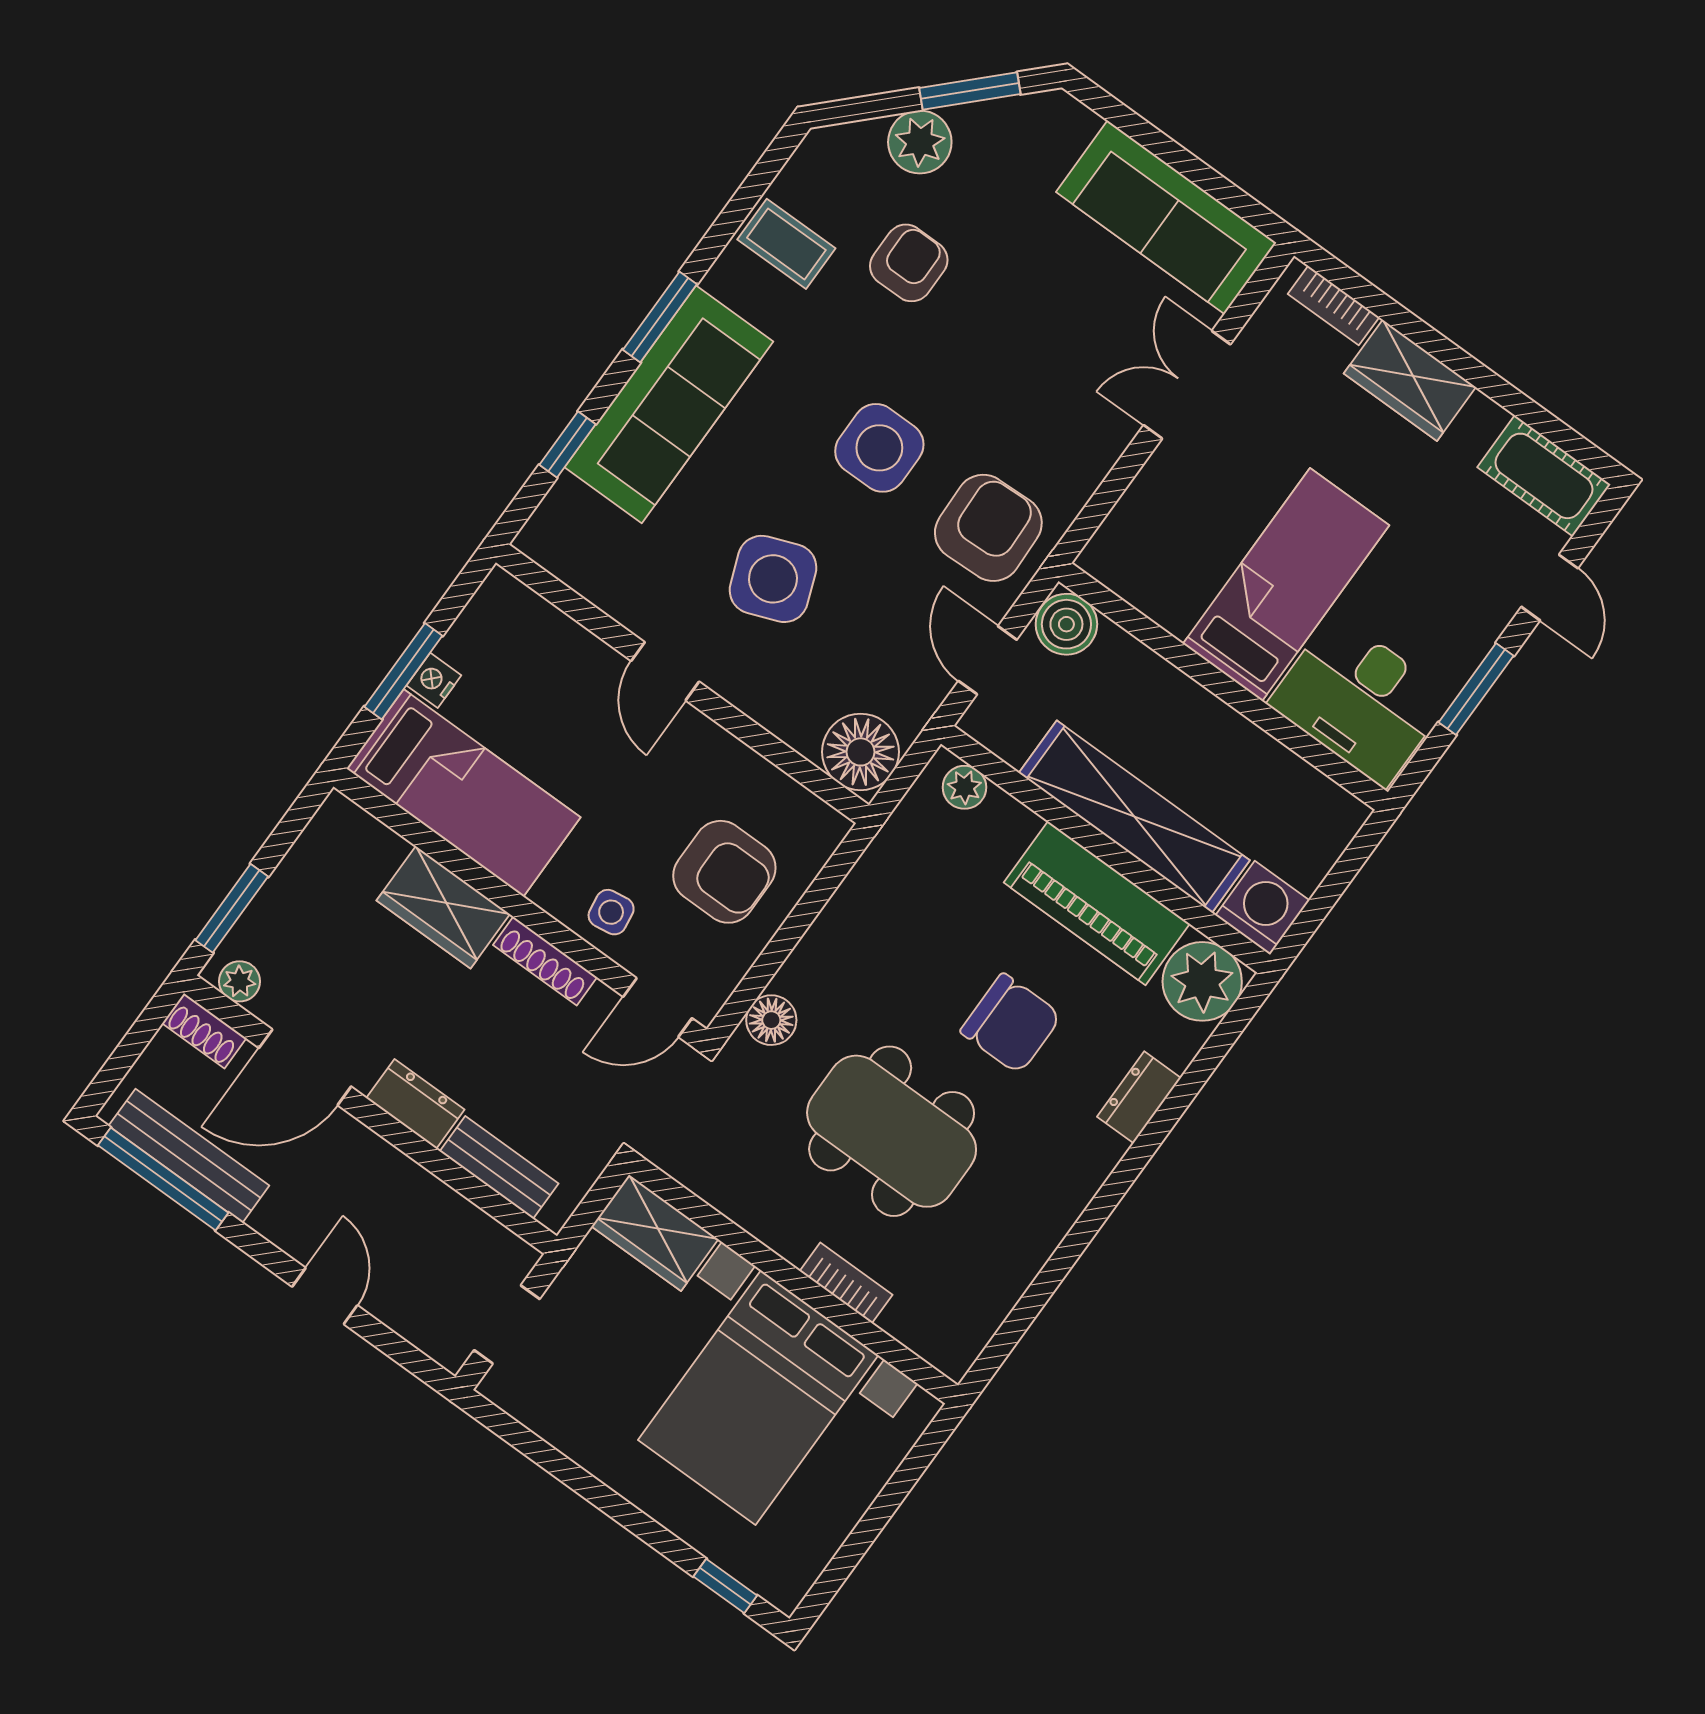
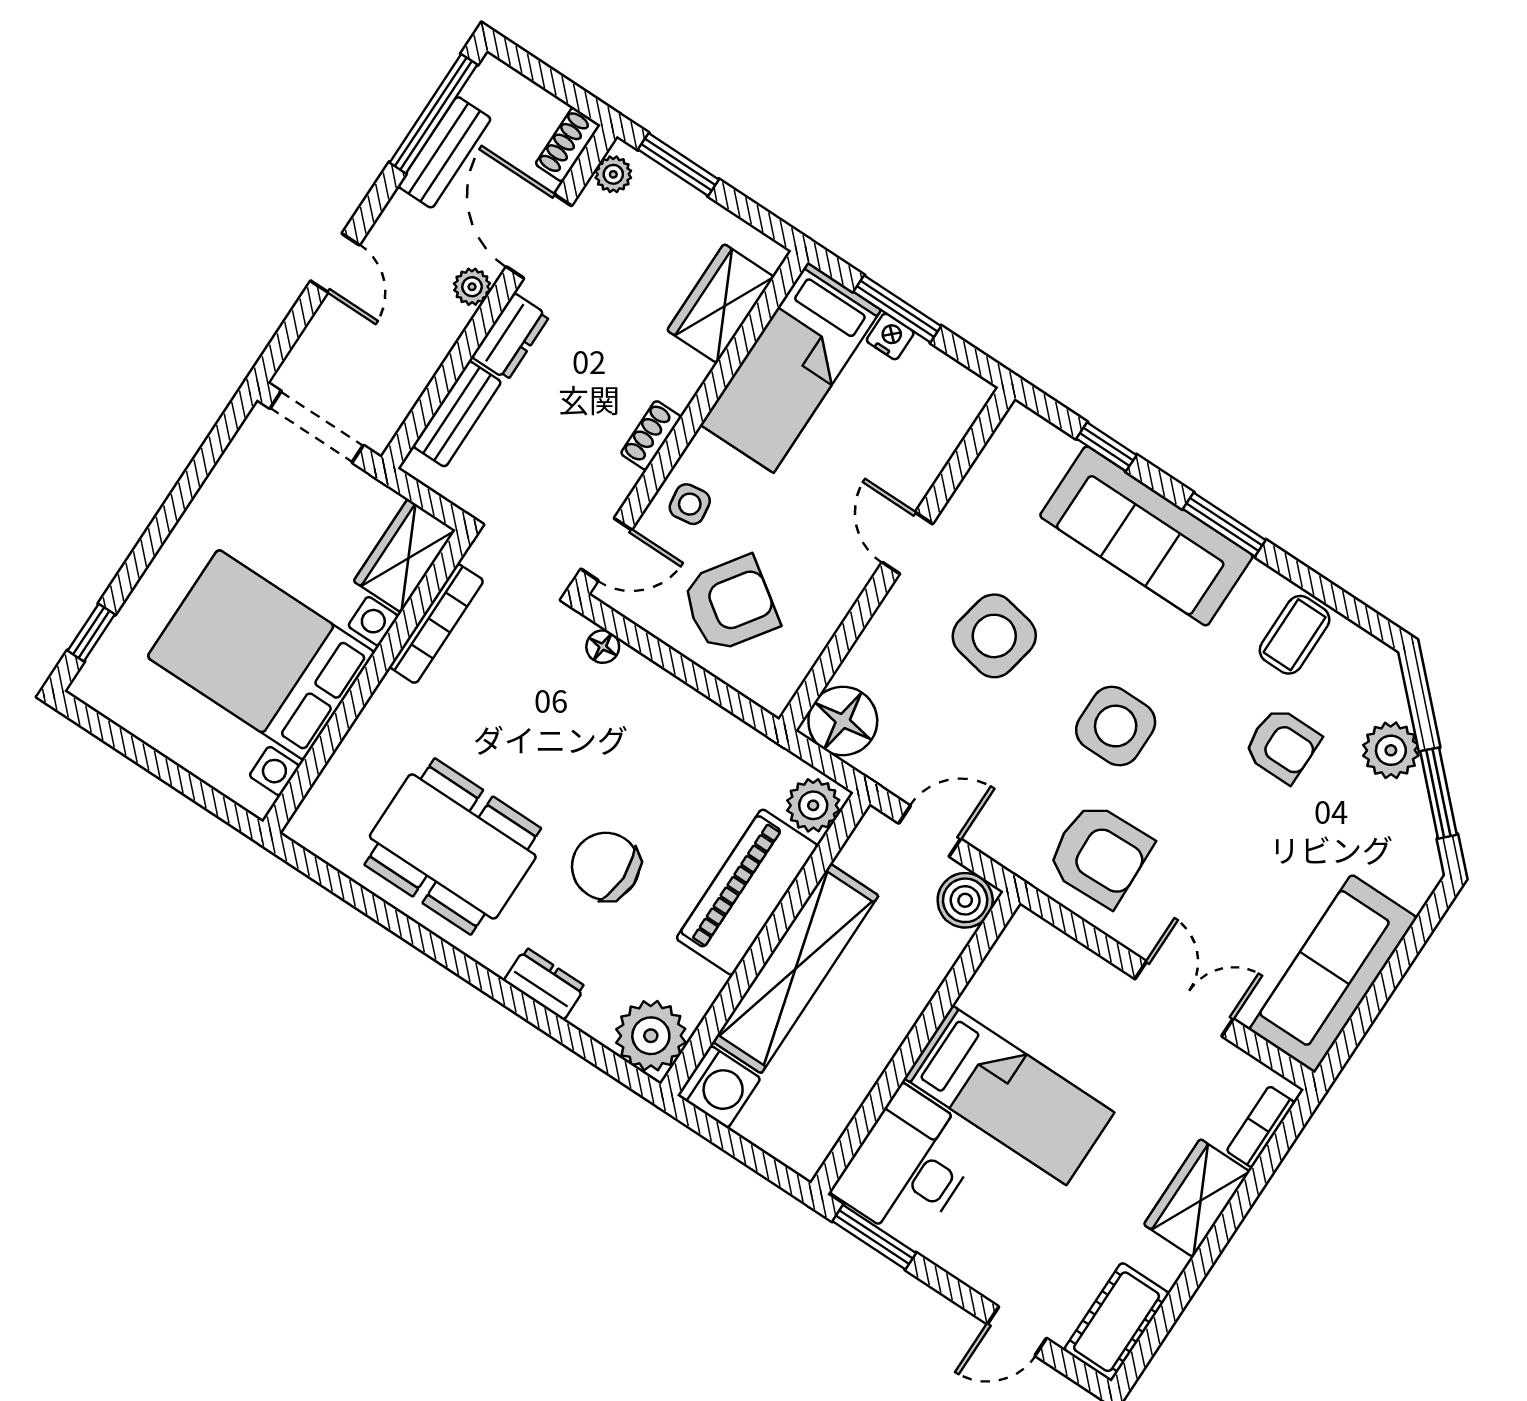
armchair: (988, 528) -> (1099, 855), moved
side table: (773, 579) -> (994, 636), turned 32
door: (665, 671) -> (907, 543), hinge flipped
window: (1476, 689) -> (874, 1237), moved
plant: (964, 787) -> (813, 805), width x1.38, depth x1.38
armchair: (724, 872) -> (730, 604), turned -145
piano: (1097, 903) -> (747, 892), moved
wardrobe: (443, 907) -> (721, 304), moved
shoe rack: (545, 961) -> (651, 435), width x0.70
door: (658, 1008) -> (606, 549), swing flipped
floor lamp: (771, 1020) -> (603, 647), width x0.73, depth x0.73
chair: (1011, 1024) -> (606, 866), turned 90
dining table: (892, 1131) -> (453, 846), moved, turned 90
plant: (358, 1144) -> (472, 287), added
bench: (189, 1156) -> (444, 152), width x0.73
bookcase: (846, 1283) -> (437, 624), moved, width x1.56
door: (325, 1296) -> (335, 263), hinge flipped
doorway: (507, 1325) -> (317, 427), width x1.38

